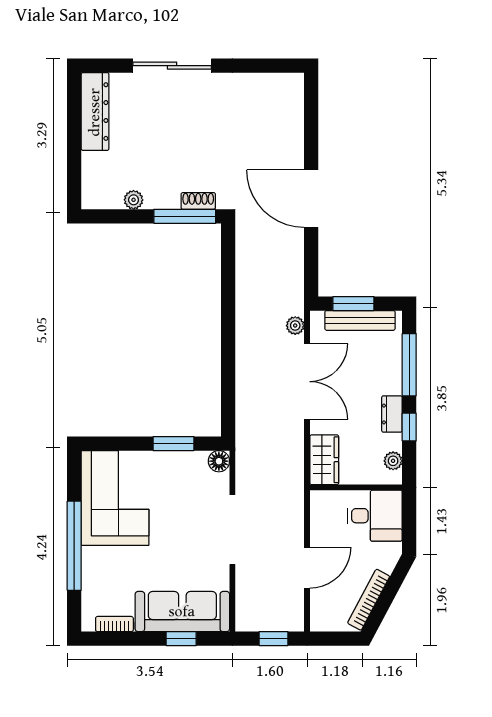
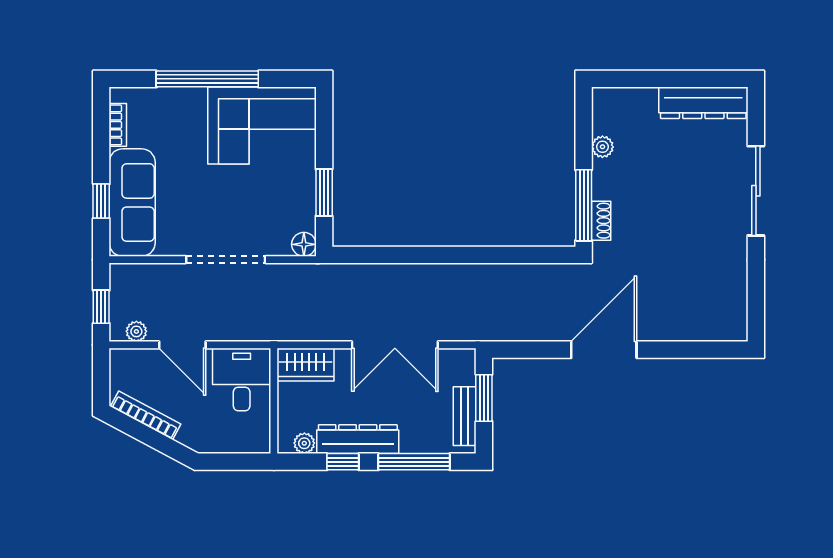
bench: (360, 320) -> (465, 416), width x0.73
plant: (295, 326) -> (136, 331), moved
dresser: (392, 414) -> (358, 439), width x1.96, depth x1.24
desk: (375, 516) -> (242, 379), moved, turned 180

